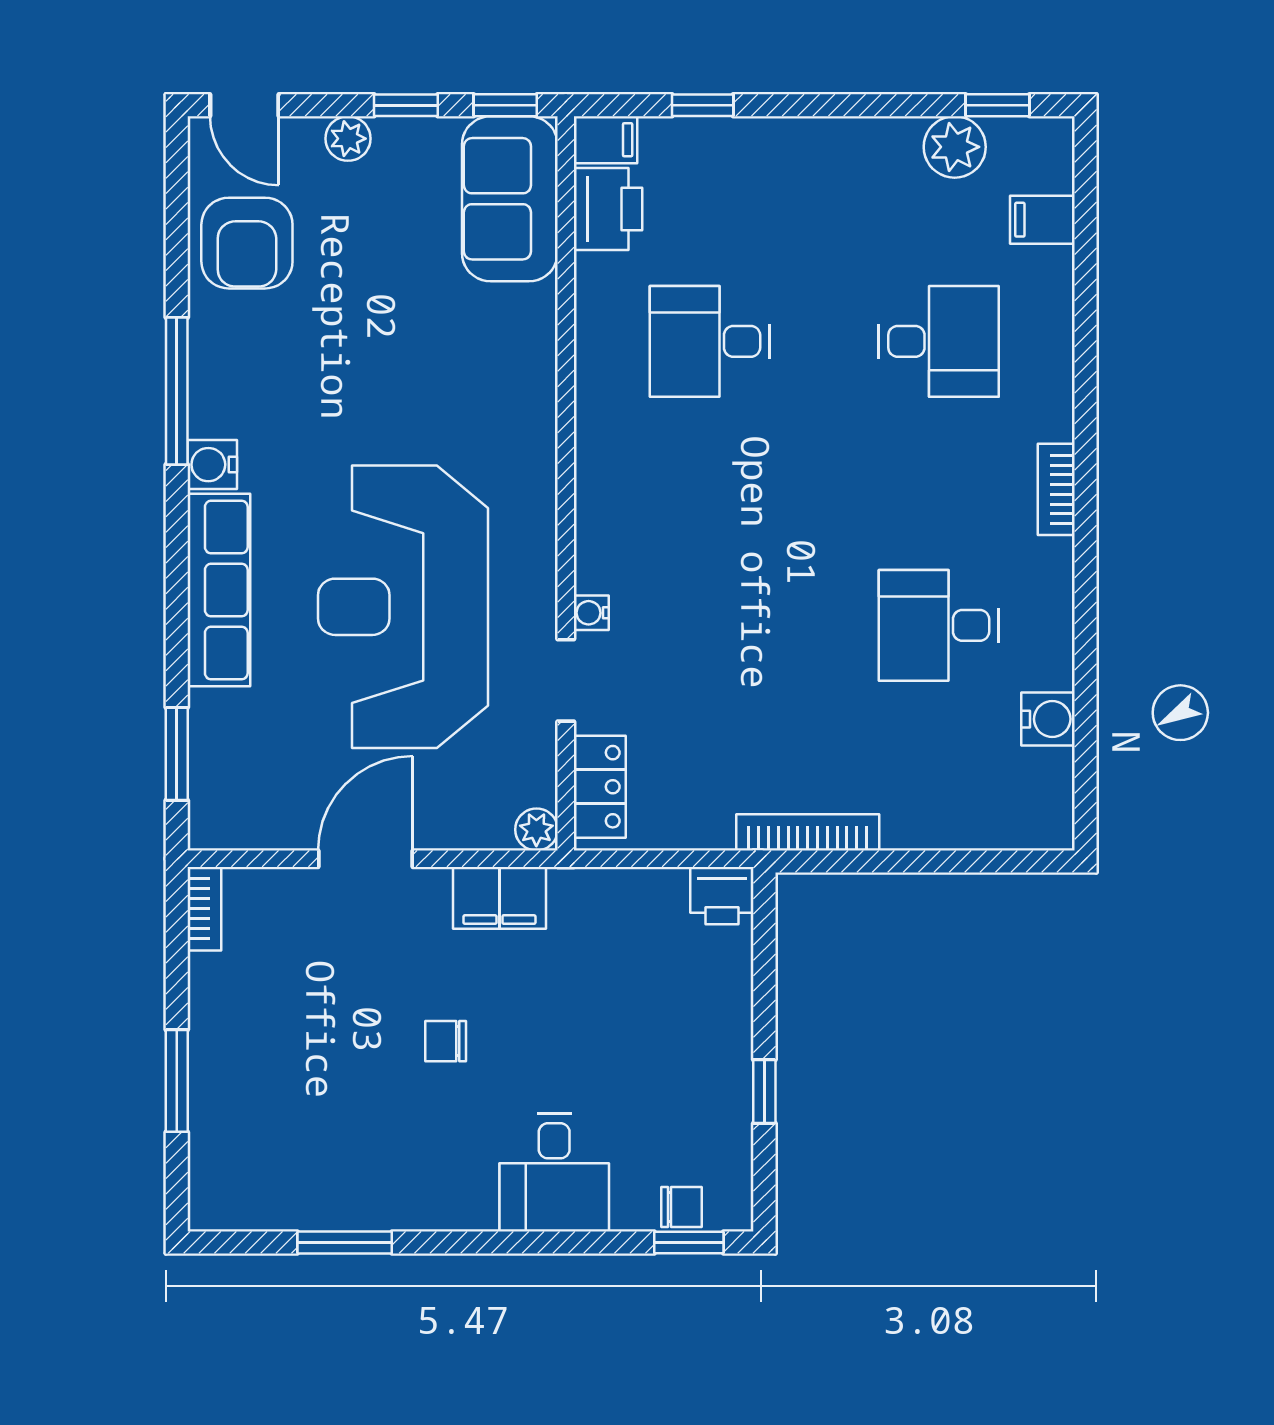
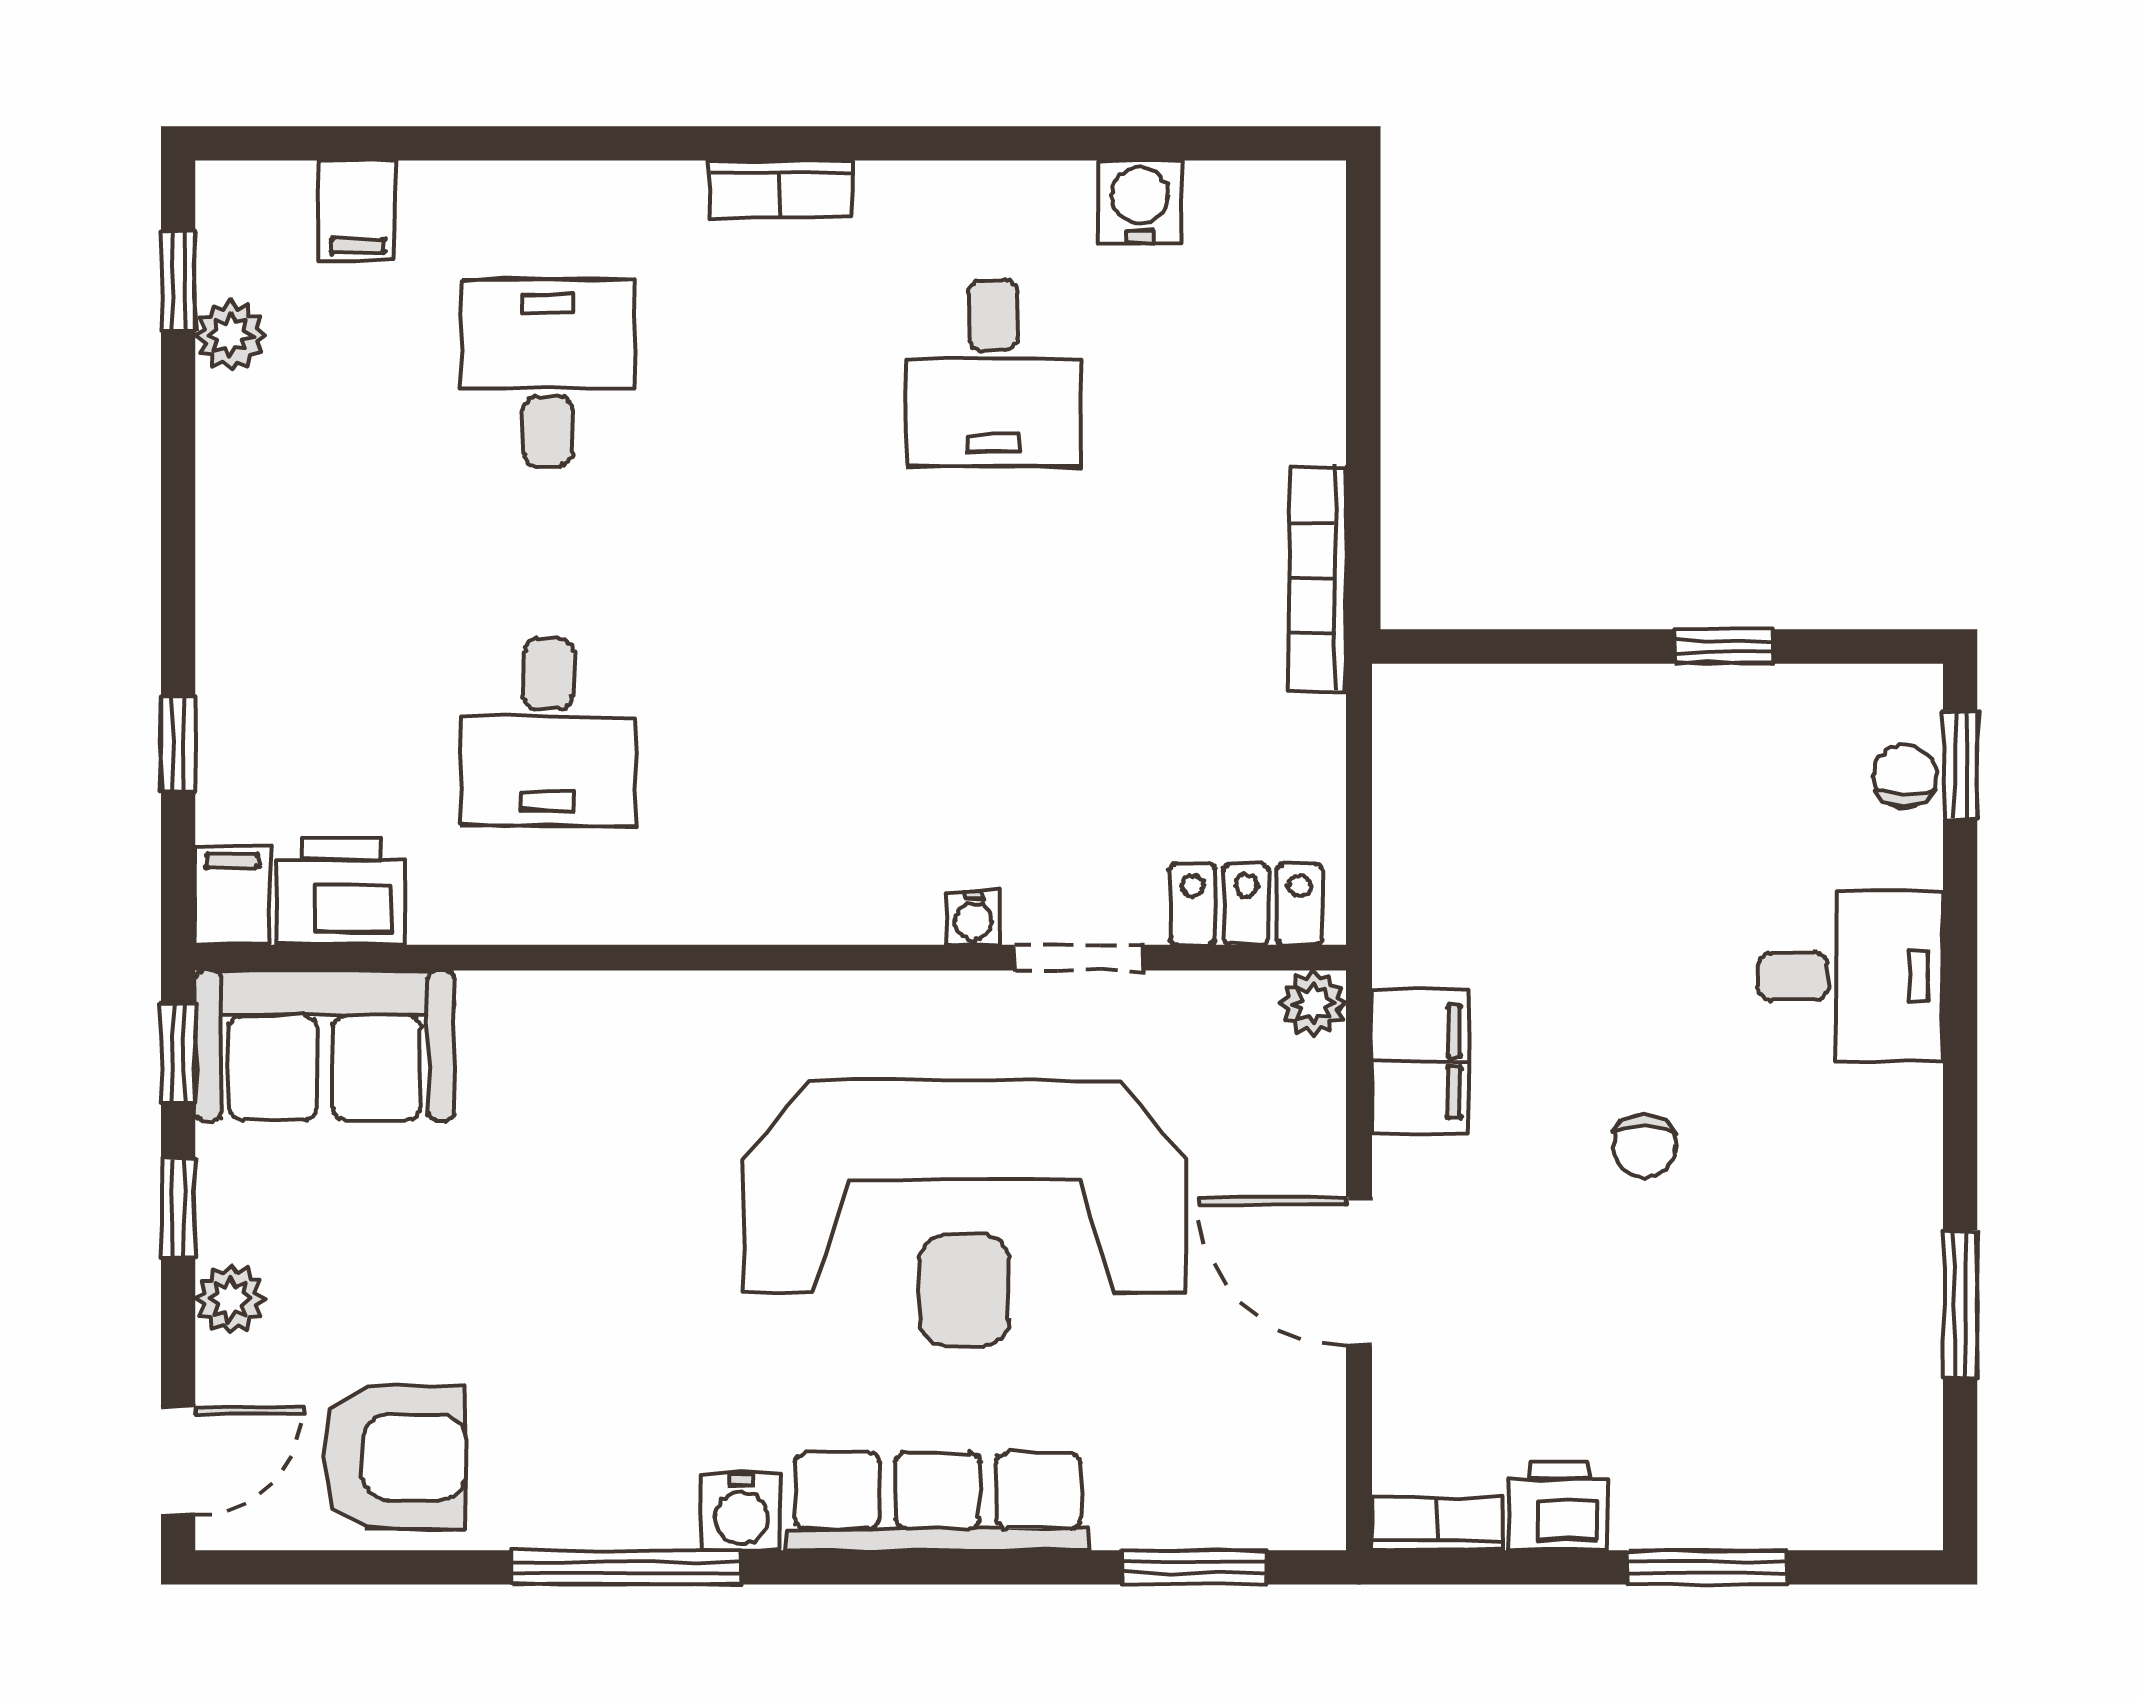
plant: (955, 147) -> (230, 335), width x0.73, depth x0.73
printer: (722, 896) -> (1559, 1505), moved, turned -90

